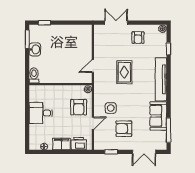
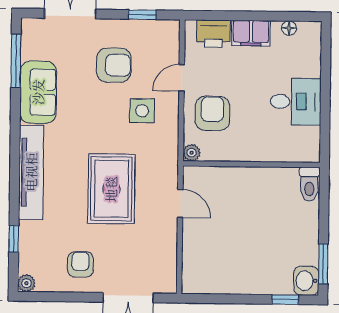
washbasin: (35, 49) -> (306, 281), moved
door: (93, 66) -> (180, 203), hinge flipped
rug: (124, 72) -> (111, 189), width x1.36, depth x1.43

